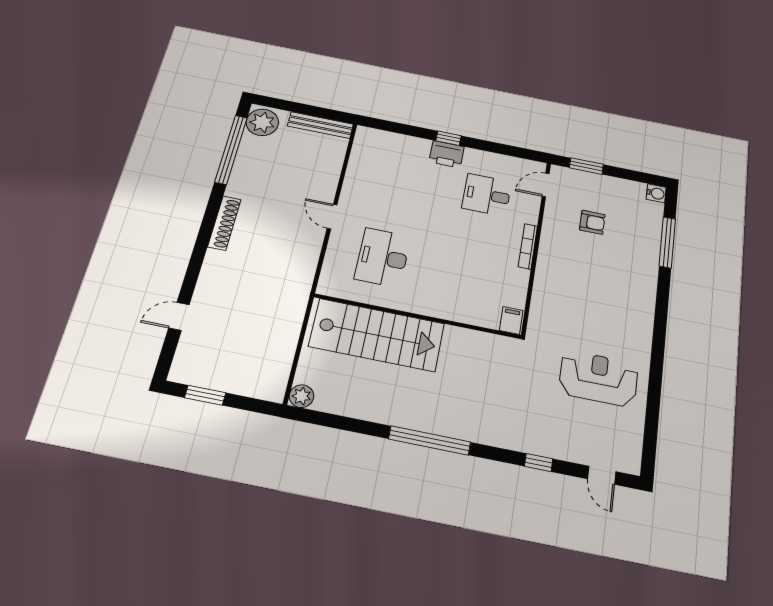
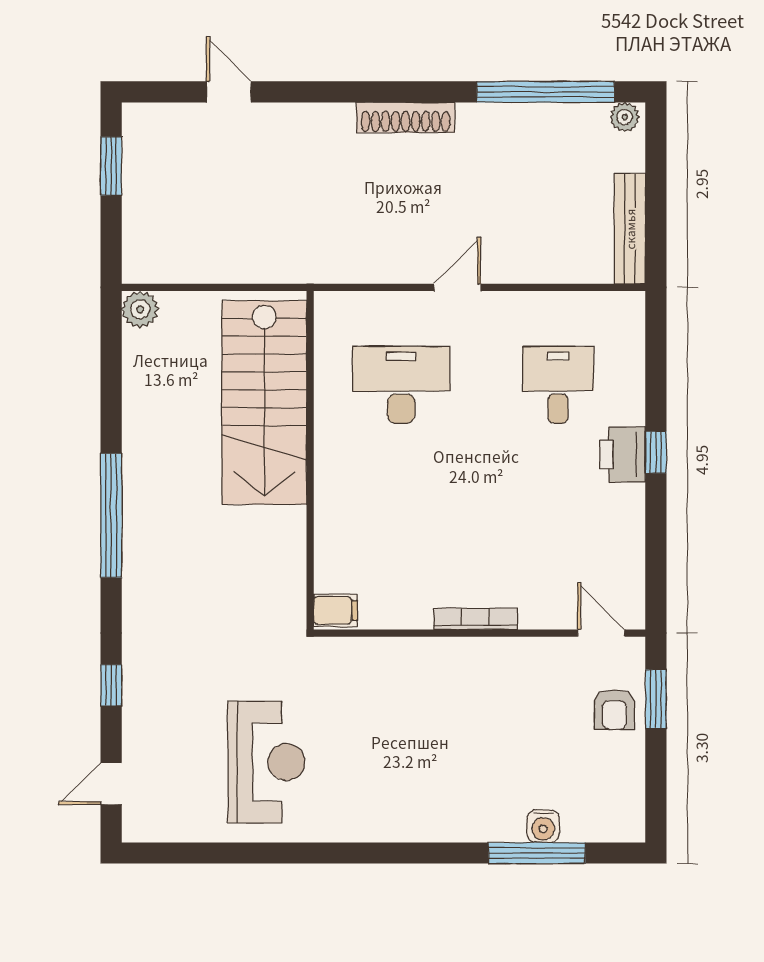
plant: (262, 122) -> (625, 117), width x0.53, depth x0.53
water cooler: (656, 193) -> (543, 826), moved
desk: (487, 195) -> (558, 385), moved
armchair: (592, 222) -> (614, 709), moved

